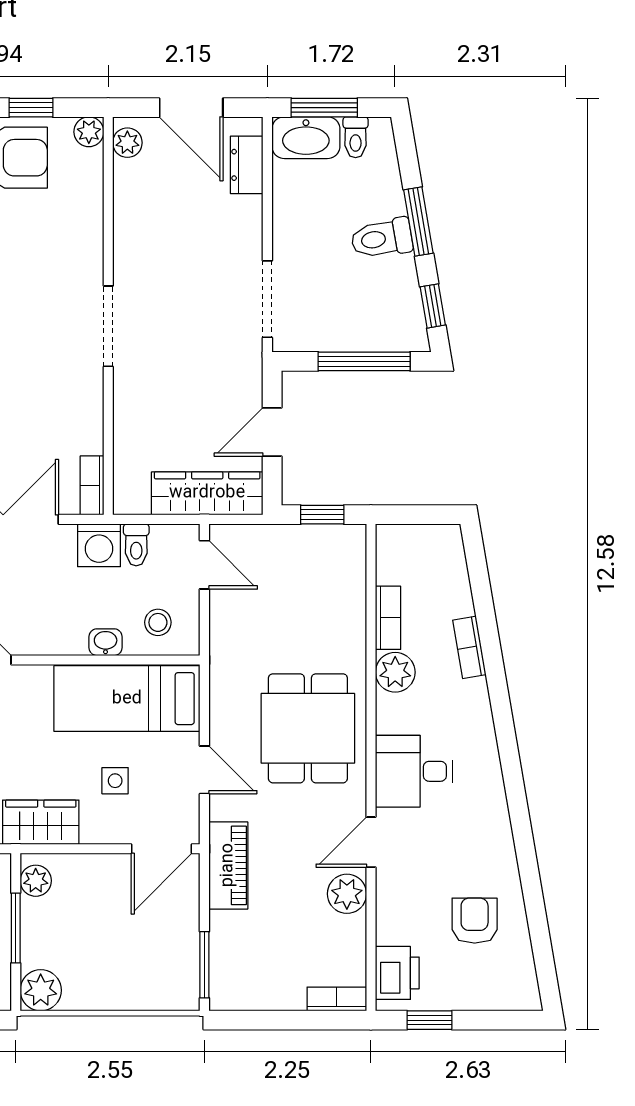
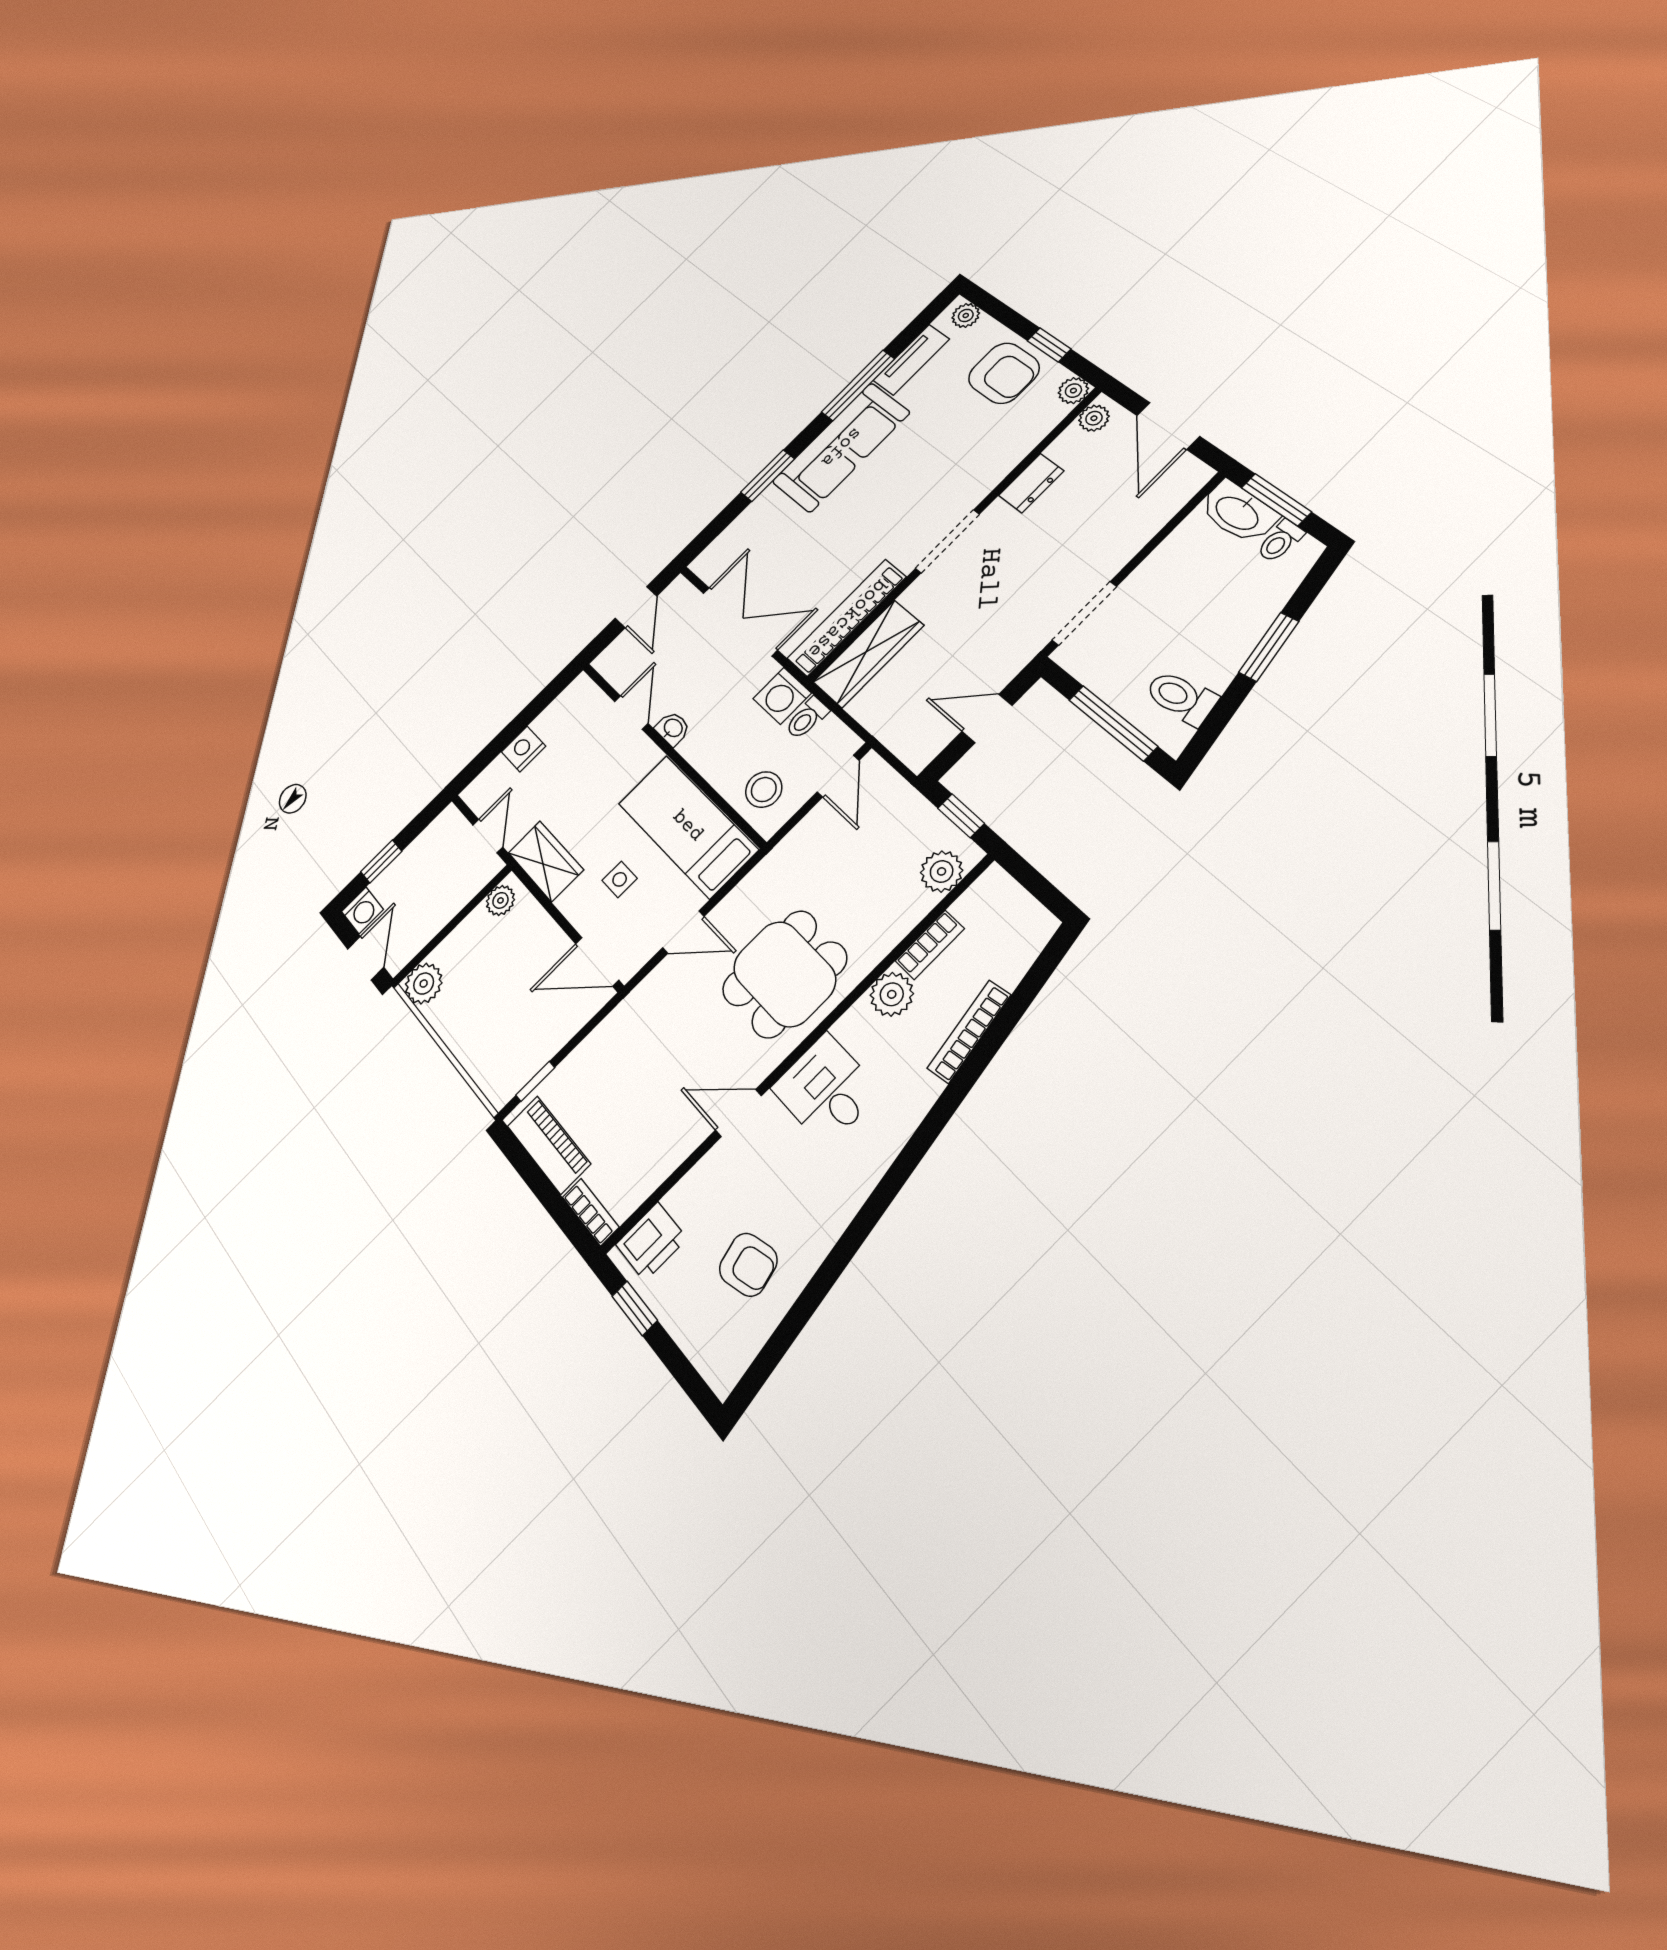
dresser: (247, 165) -> (1031, 483), moved, turned 180
toilet: (382, 238) -> (1181, 697), moved
window: (433, 306) -> (1214, 724), removed
bookcase: (92, 485) -> (847, 618), width x2.31, depth x1.31
wardrobe: (207, 493) -> (868, 654), moved, turned 90
stool: (158, 622) -> (764, 790), width x1.37, depth x1.37
washbasin: (106, 642) -> (673, 728), moved
bookcase: (469, 647) -> (969, 1032), width x1.56
door: (204, 770) -> (683, 932), hinge flipped
piano: (228, 865) -> (549, 1145), moved, turned -90
plant: (347, 894) -> (942, 871), moved
armchair: (475, 921) -> (748, 1265), turned 75
window: (16, 928) -> (455, 922), removed
window: (204, 965) -> (535, 1081), width x0.67

